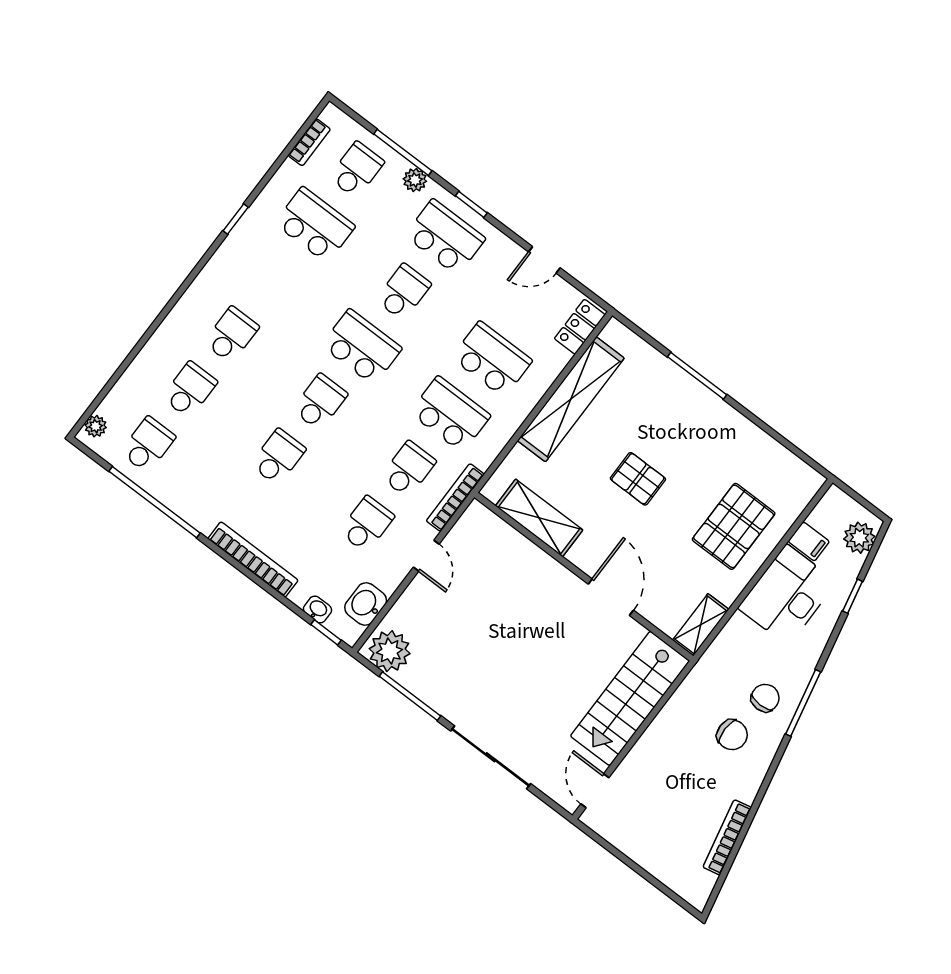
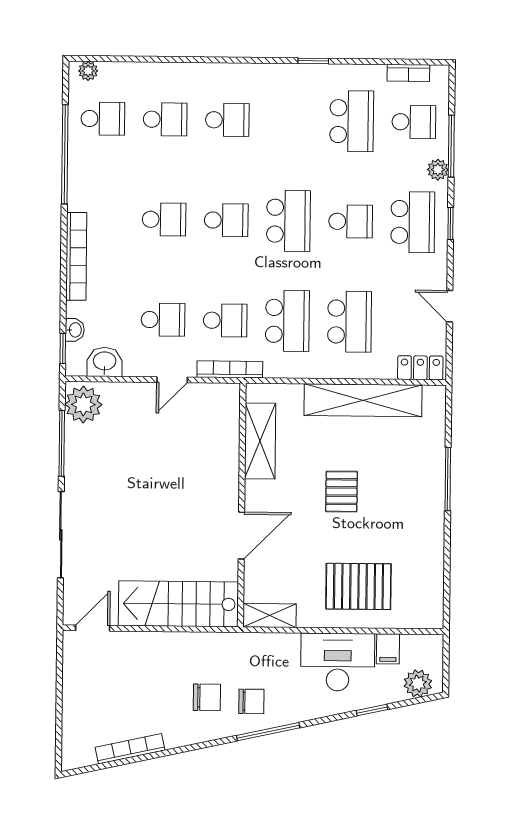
chair: (732, 735) -> (207, 697), turned -90

